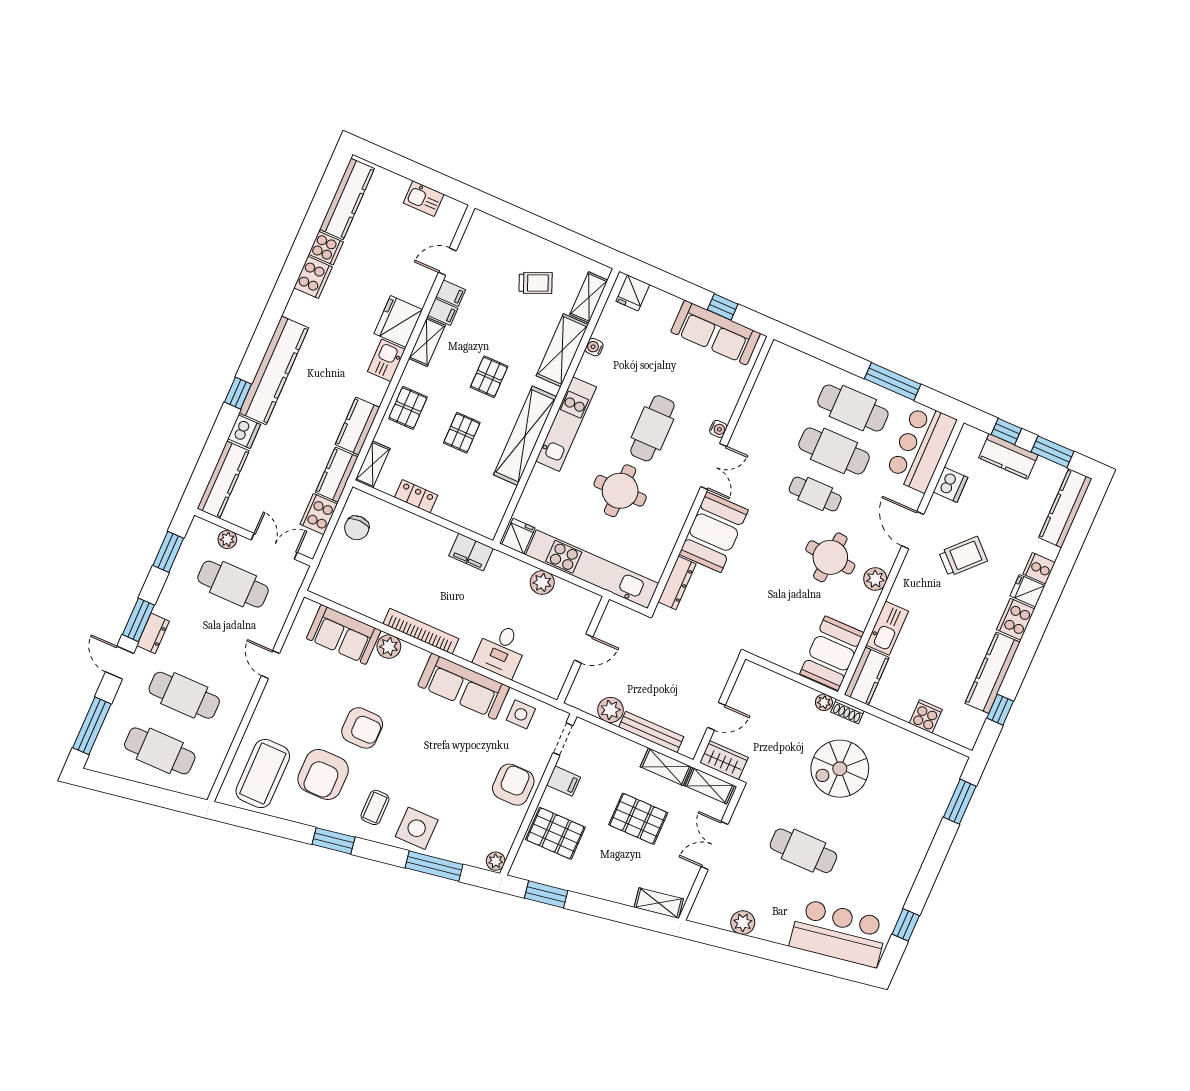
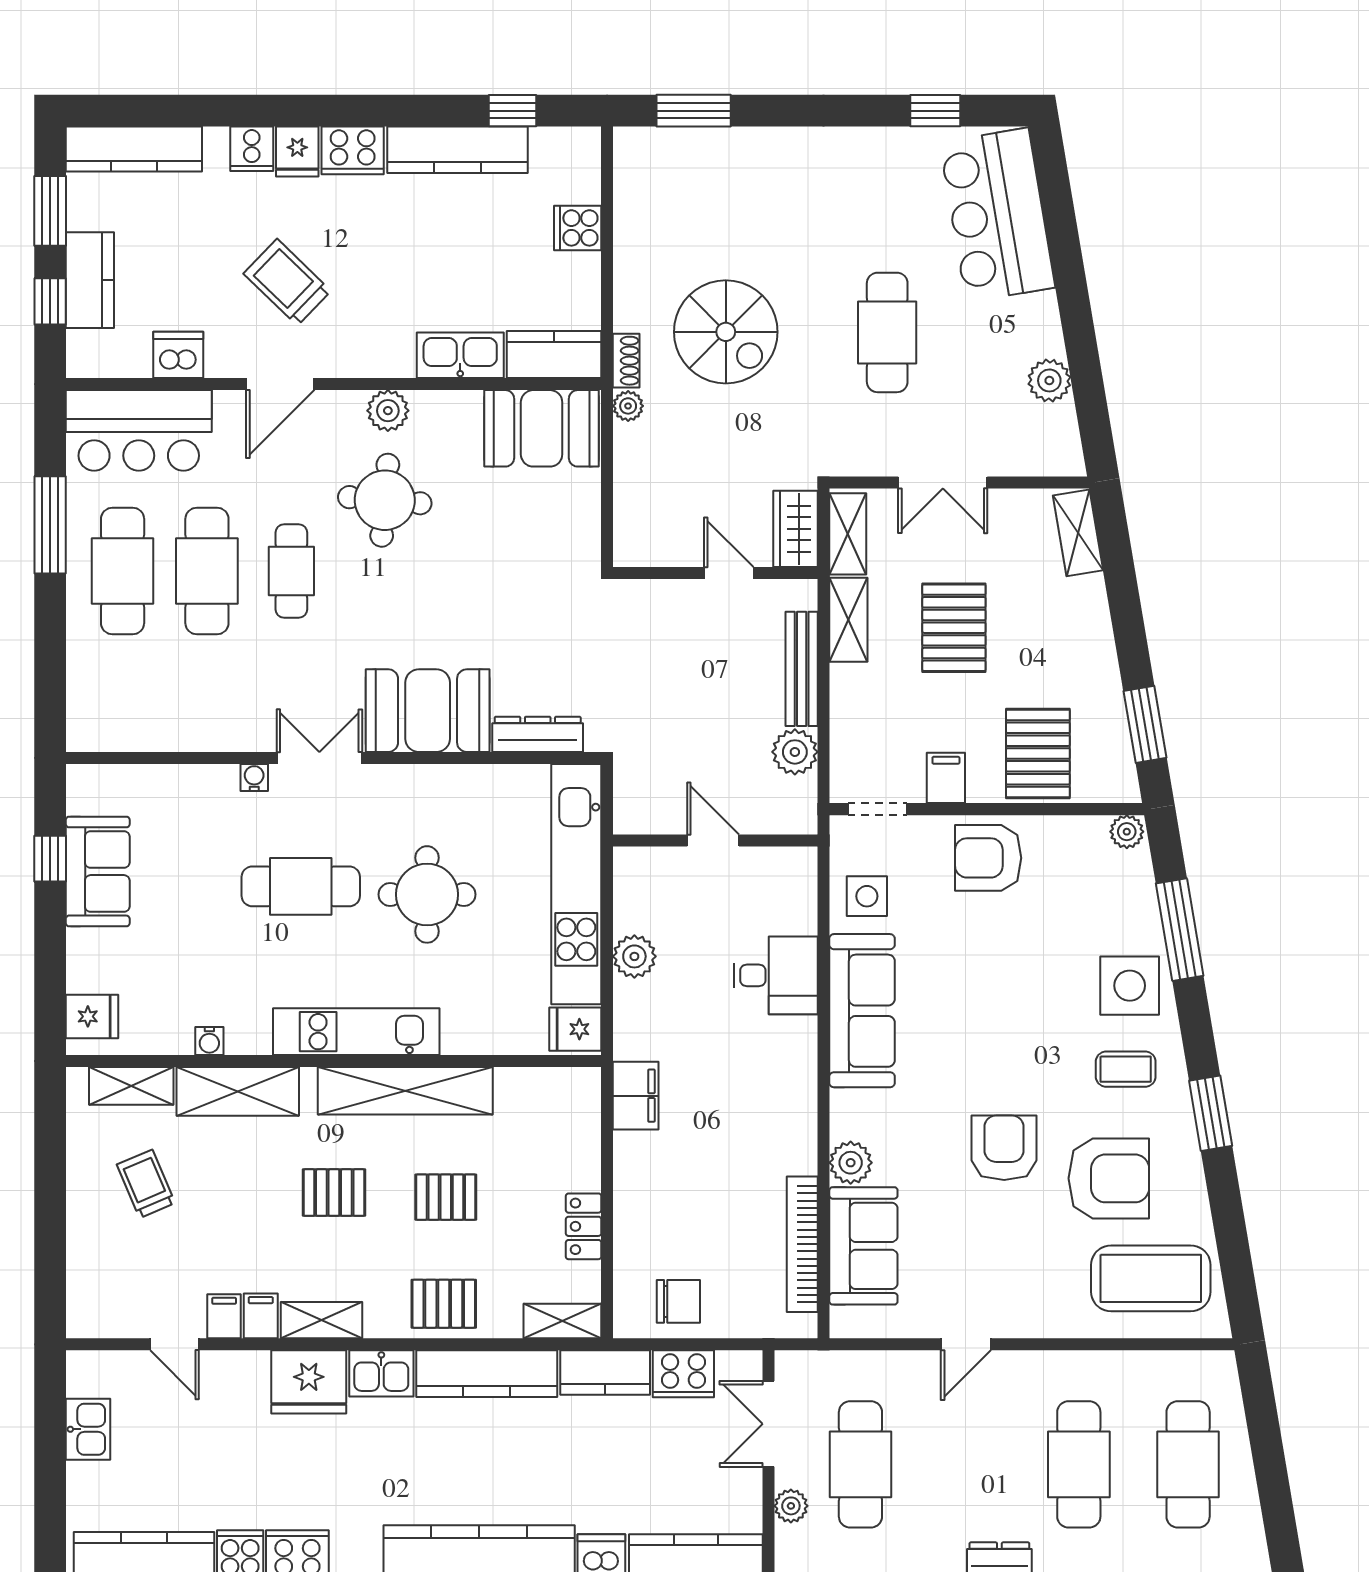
sofa: (716, 333) -> (98, 871), width x0.73
kitchen counter: (357, 426) -> (487, 1374), width x1.50
bookcase: (421, 631) -> (802, 1244), moved

